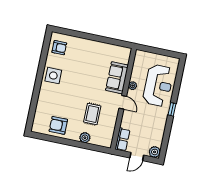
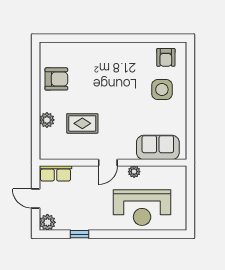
side table: (53, 76) -> (162, 90), moved
sofa: (117, 78) -> (158, 147), moved
window: (172, 109) -> (80, 234), moved
armchair: (58, 125) -> (56, 79), turned 90

